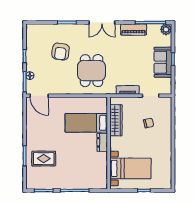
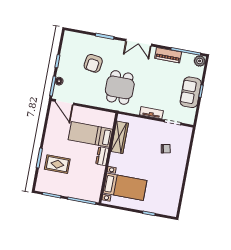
wardrobe: (116, 120) -> (120, 137), moved
bed: (86, 123) -> (90, 134), moved
dresser: (102, 142) -> (102, 156), moved
wall: (109, 143) -> (108, 158), moved
bed with nightstands: (130, 168) -> (125, 187), moved

